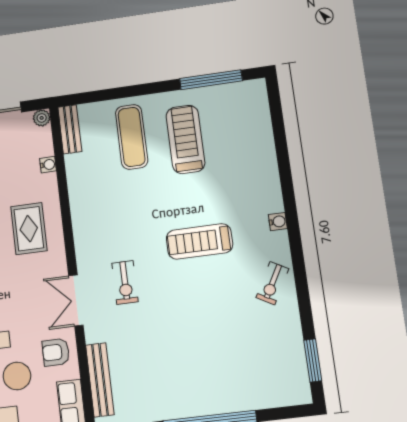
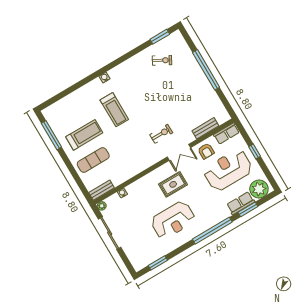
treadmill: (185, 139) -> (84, 135), turned 180
rug: (29, 229) -> (173, 184), moved
treadmill: (199, 241) -> (114, 110), moved
exercise bike: (272, 283) -> (162, 60), moved
bench: (100, 380) -> (205, 128), width x0.73

